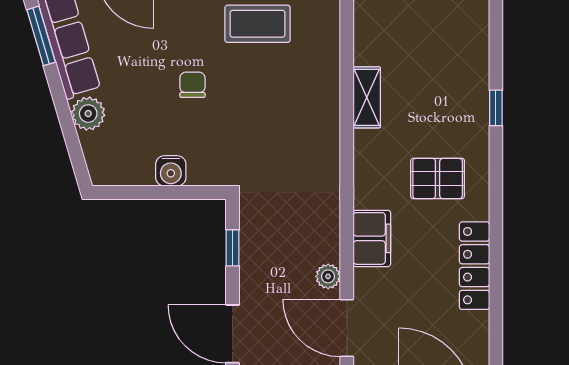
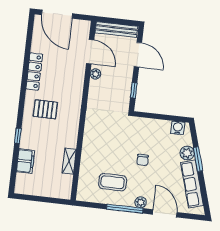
window: (41, 36) -> (198, 159), moved
shelving: (367, 97) -> (69, 161), moved
water cooler: (171, 171) -> (178, 128), moved
filing cabinet: (372, 238) -> (25, 161), moved, turned 180

